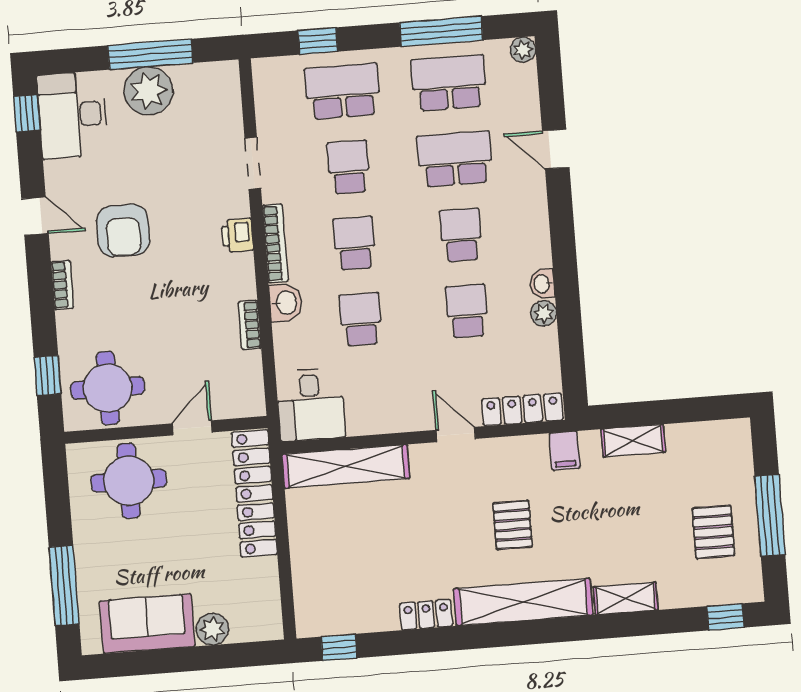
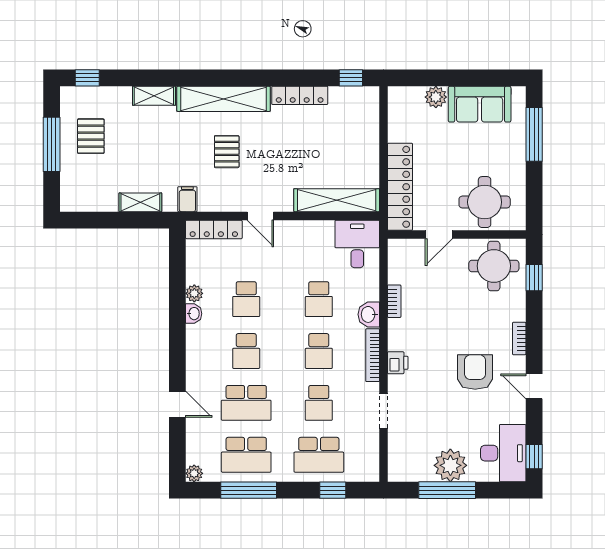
locker: (426, 615) -> (300, 95), width x1.53

